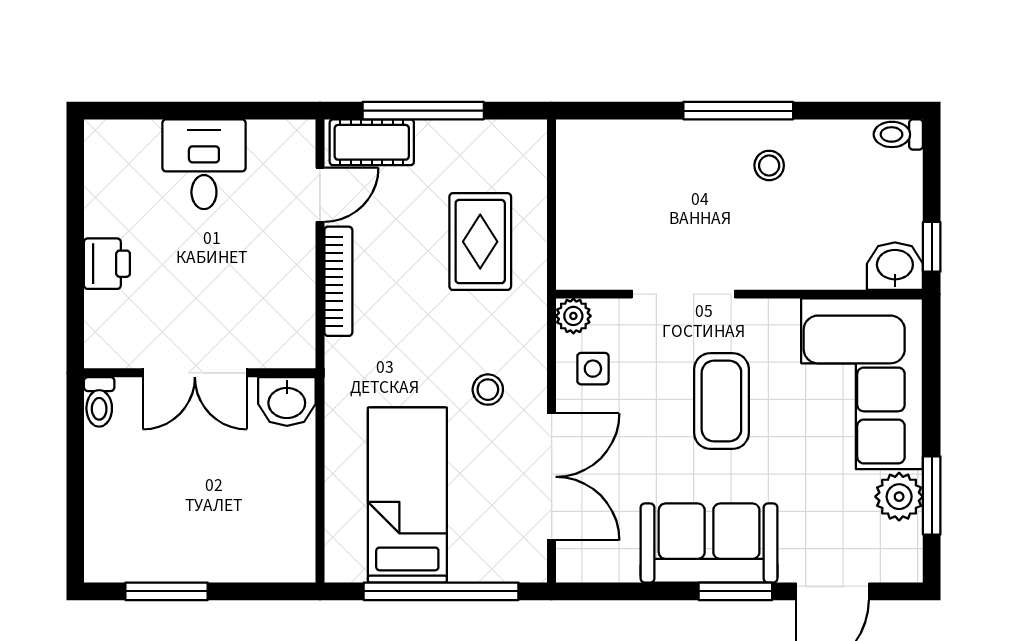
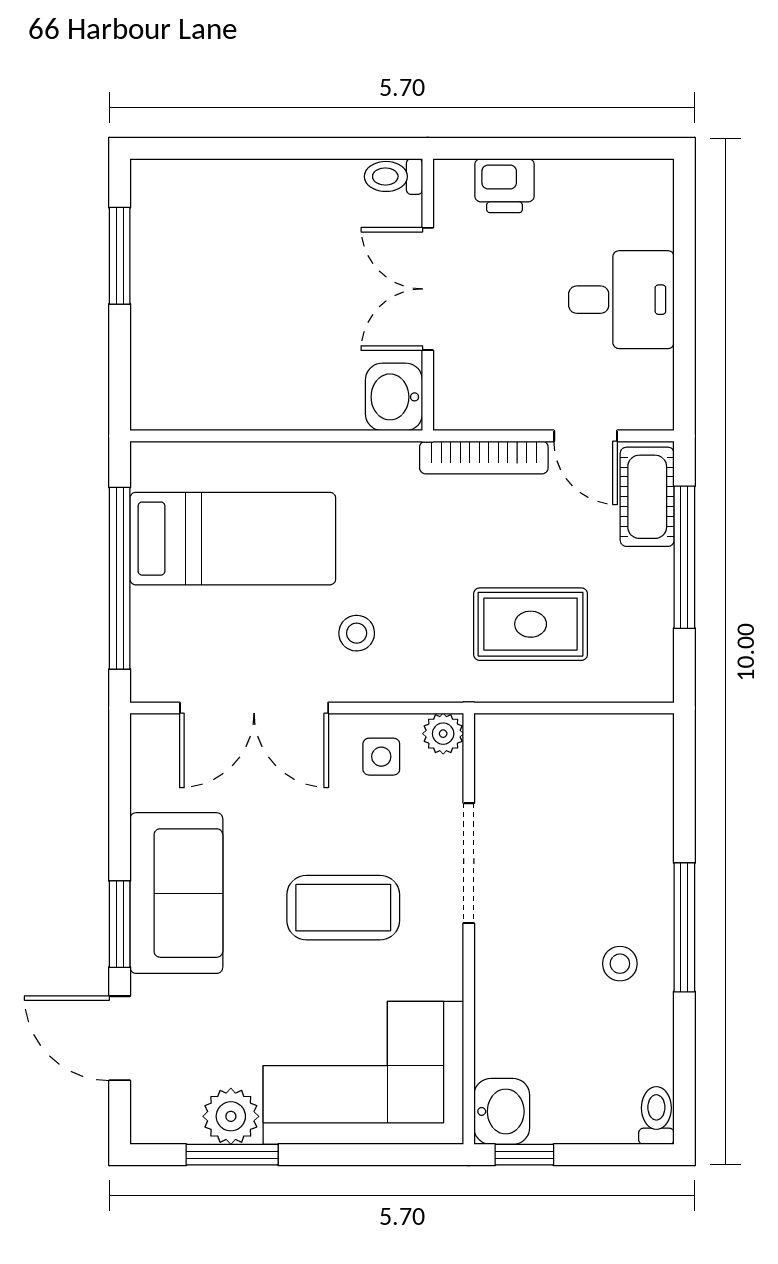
double door: (195, 373) -> (428, 289), moved
wall: (200, 373) -> (428, 295), moved
toilet: (99, 402) -> (393, 176), moved
washbasin: (287, 402) -> (394, 397), moved

